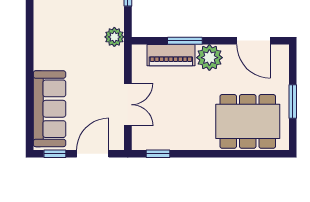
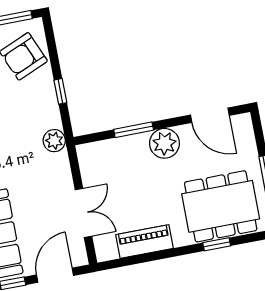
piano: (171, 55) -> (144, 242), moved, turned 180
window: (158, 154) -> (217, 244), moved

